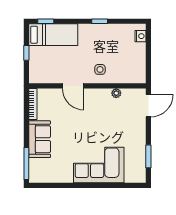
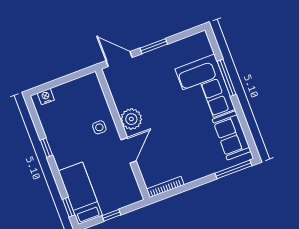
plant: (116, 93) -> (131, 119), moved, width x1.87, depth x1.87
sofa: (40, 139) -> (232, 135), moved, turned -90
window: (148, 156) -> (154, 46), moved
window: (101, 185) -> (227, 78), added

